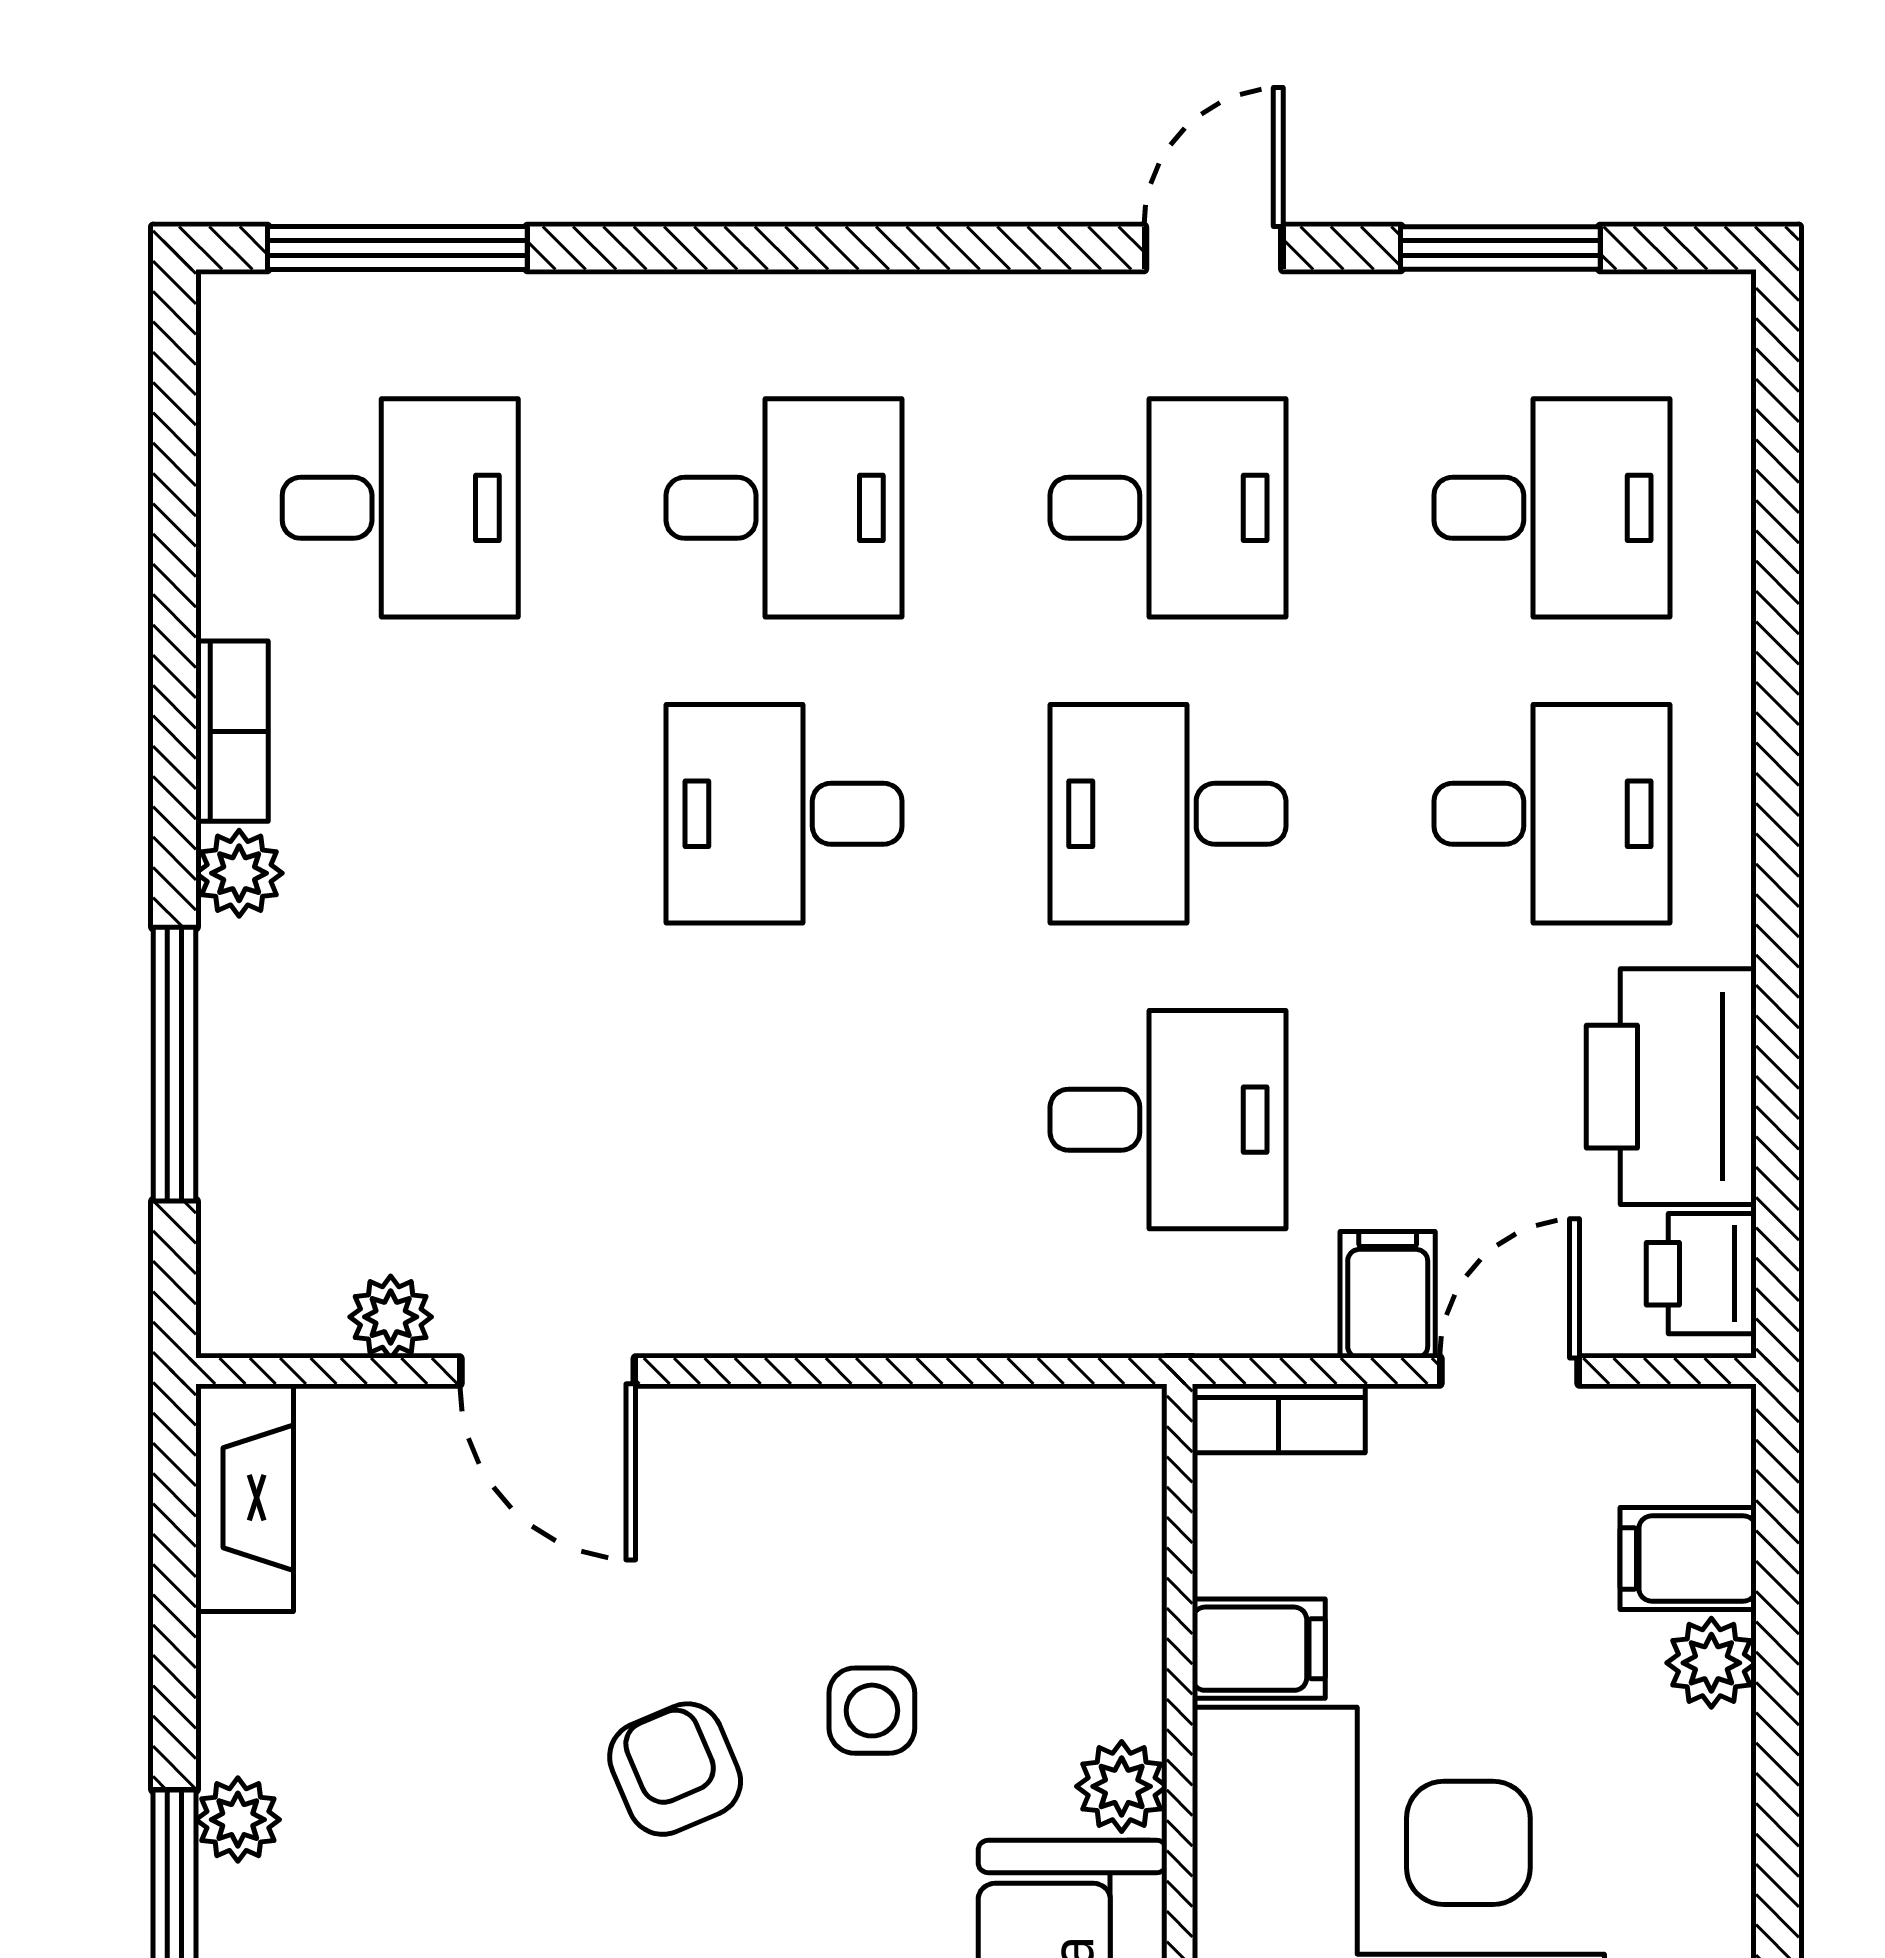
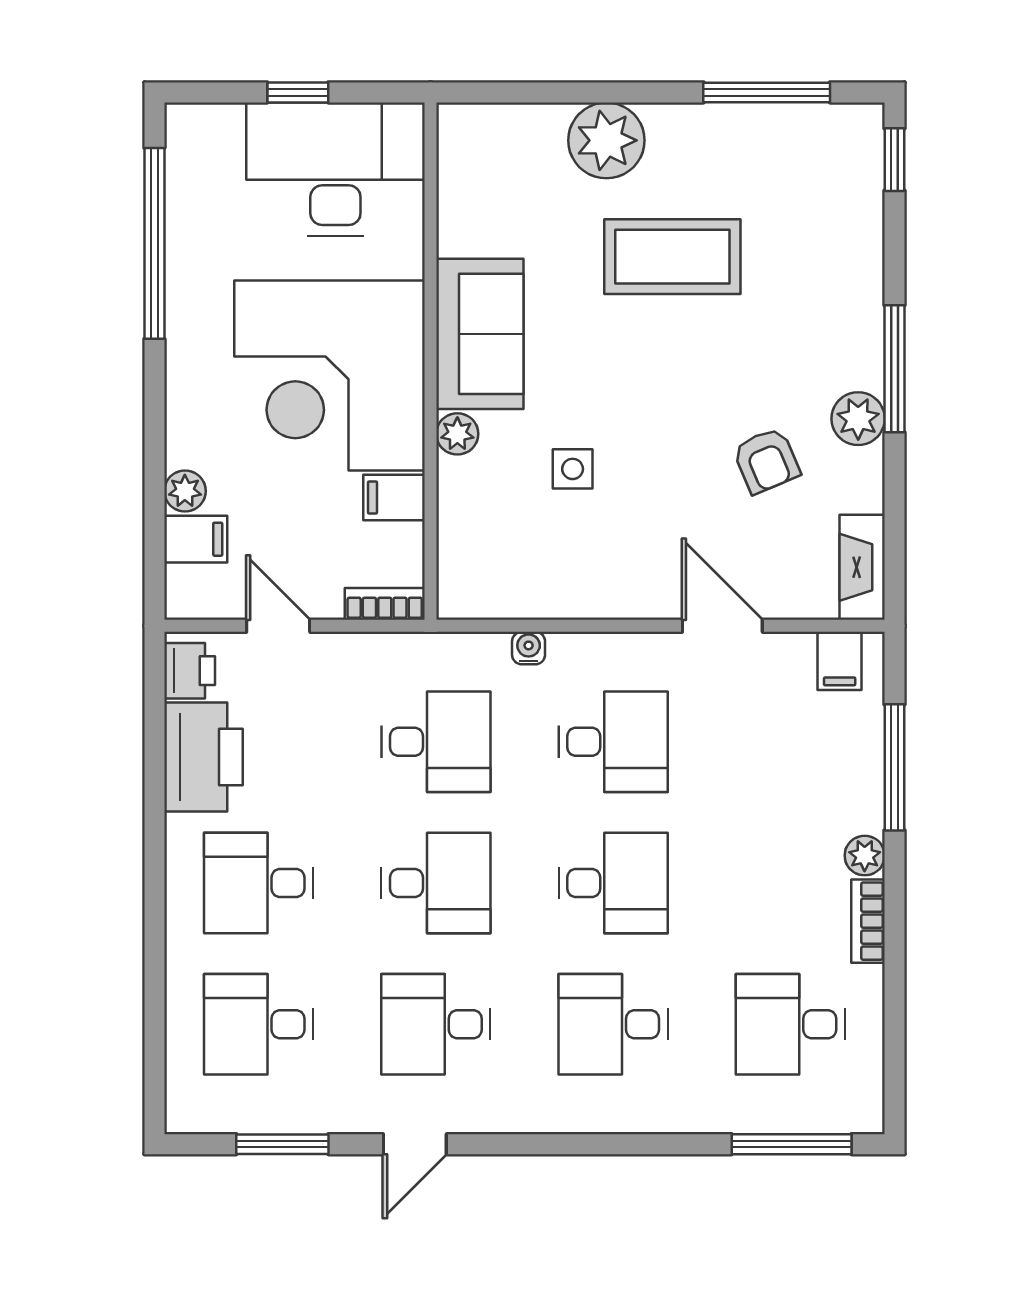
desk: (784, 1120) -> (613, 742), added
desk: (1168, 1120) -> (436, 742), turned 180
filing cabinet: (1388, 1295) -> (840, 661), moved
plant: (391, 1317) -> (795, 651), removed
water cooler: (967, 1323) -> (529, 648), added
door: (1509, 1371) -> (278, 626), swing flipped
armchair: (675, 1769) -> (766, 461), moved
plant: (238, 1820) -> (858, 419), width x1.38, depth x1.38

